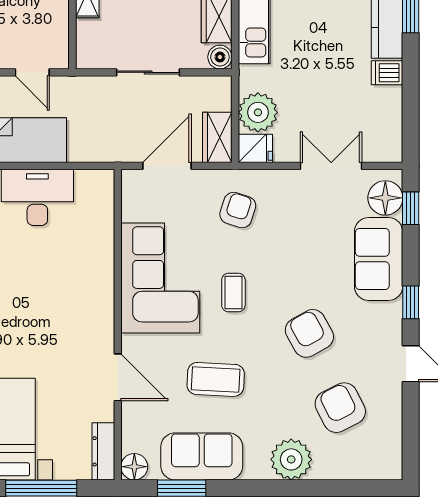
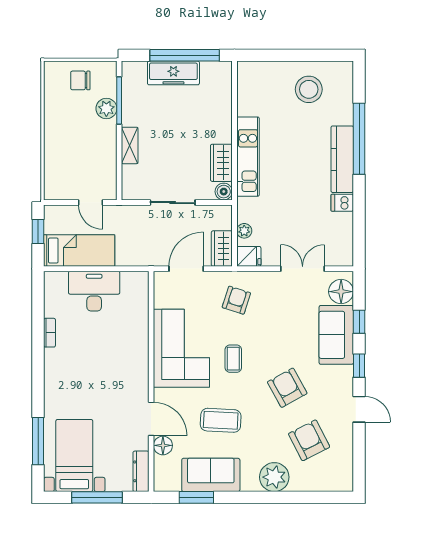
plant: (258, 112) -> (244, 231), width x0.53, depth x0.53
window: (411, 208) -> (359, 322), moved
floor lamp: (134, 467) -> (163, 445), moved

